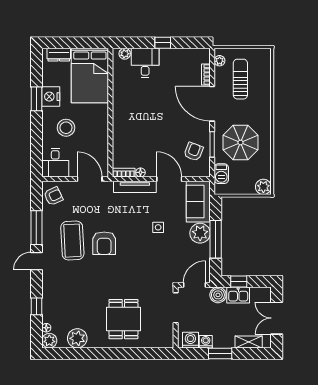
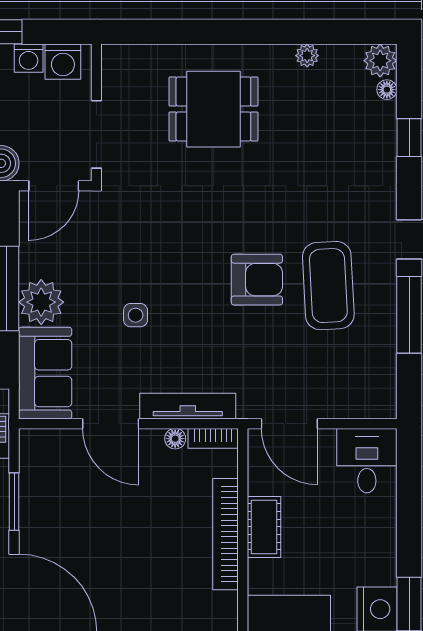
stool: (66, 128) -> (343, 539), removed
bookcase: (118, 130) -> (226, 534), added
cot: (101, 133) -> (264, 527), added
armchair: (194, 152) -> (56, 485), removed
armchair: (53, 196) -> (371, 385), removed
armchair: (104, 243) -> (257, 280), turned 90
dining table: (123, 319) -> (213, 109), turned 90
plant: (77, 338) -> (307, 56), width x0.53, depth x0.53

